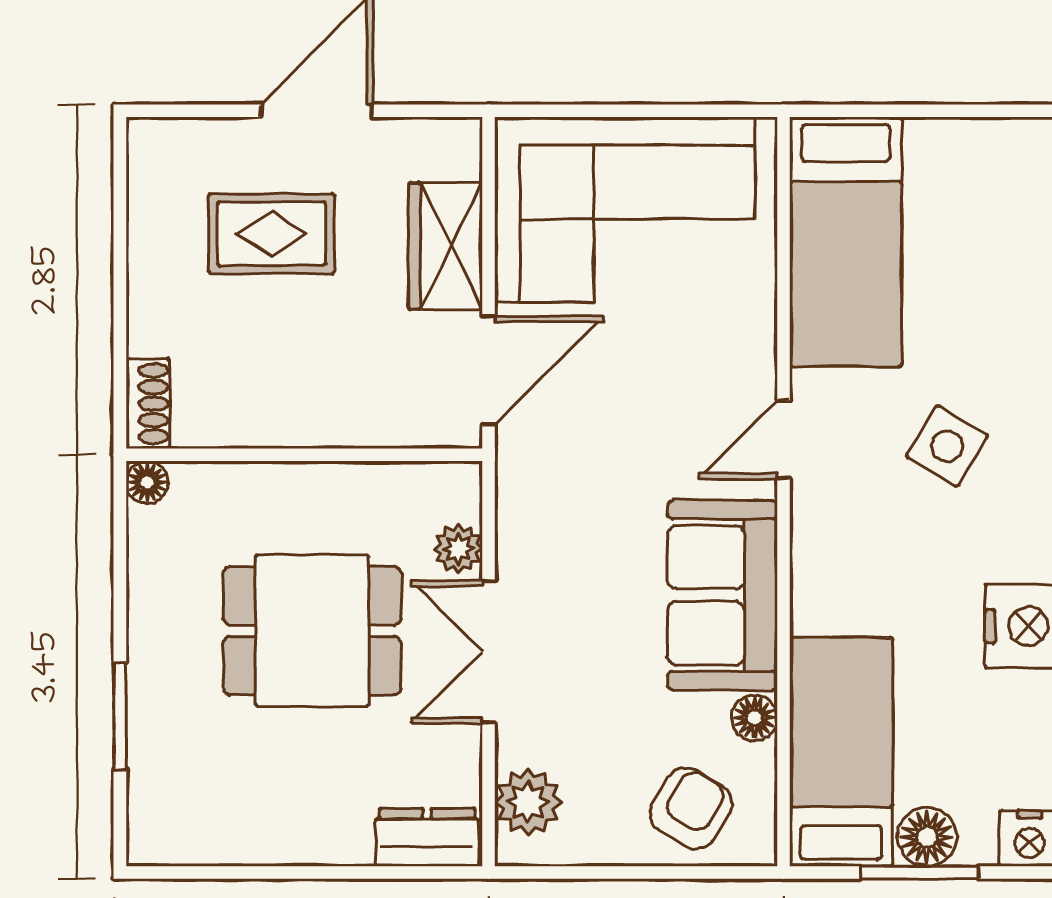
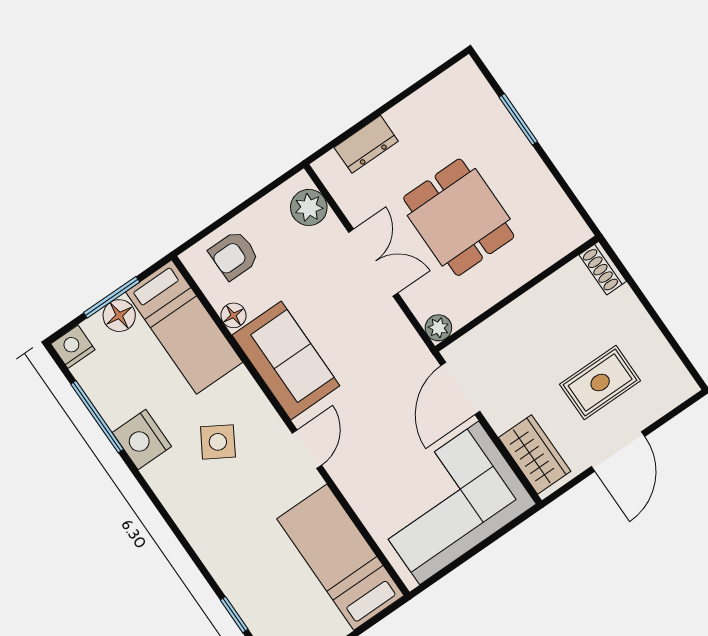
wardrobe: (446, 246) -> (535, 454), moved
side table: (947, 446) -> (218, 442), moved
floor lamp: (147, 482) -> (579, 233), removed
plant: (458, 549) -> (438, 328), moved
dining table: (312, 631) -> (459, 217), turned 90
armchair: (691, 808) -> (234, 255), turned 58
dresser: (427, 837) -> (366, 144), moved

